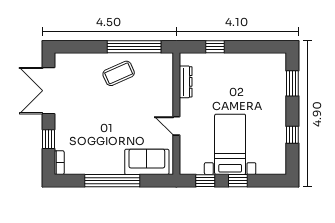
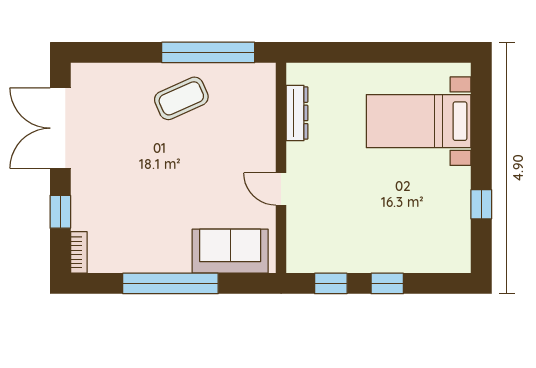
window: (215, 47) -> (348, 52), removed
window: (292, 83) -> (481, 116), removed
bed with nightstands: (230, 144) -> (419, 121), moved, turned -90

